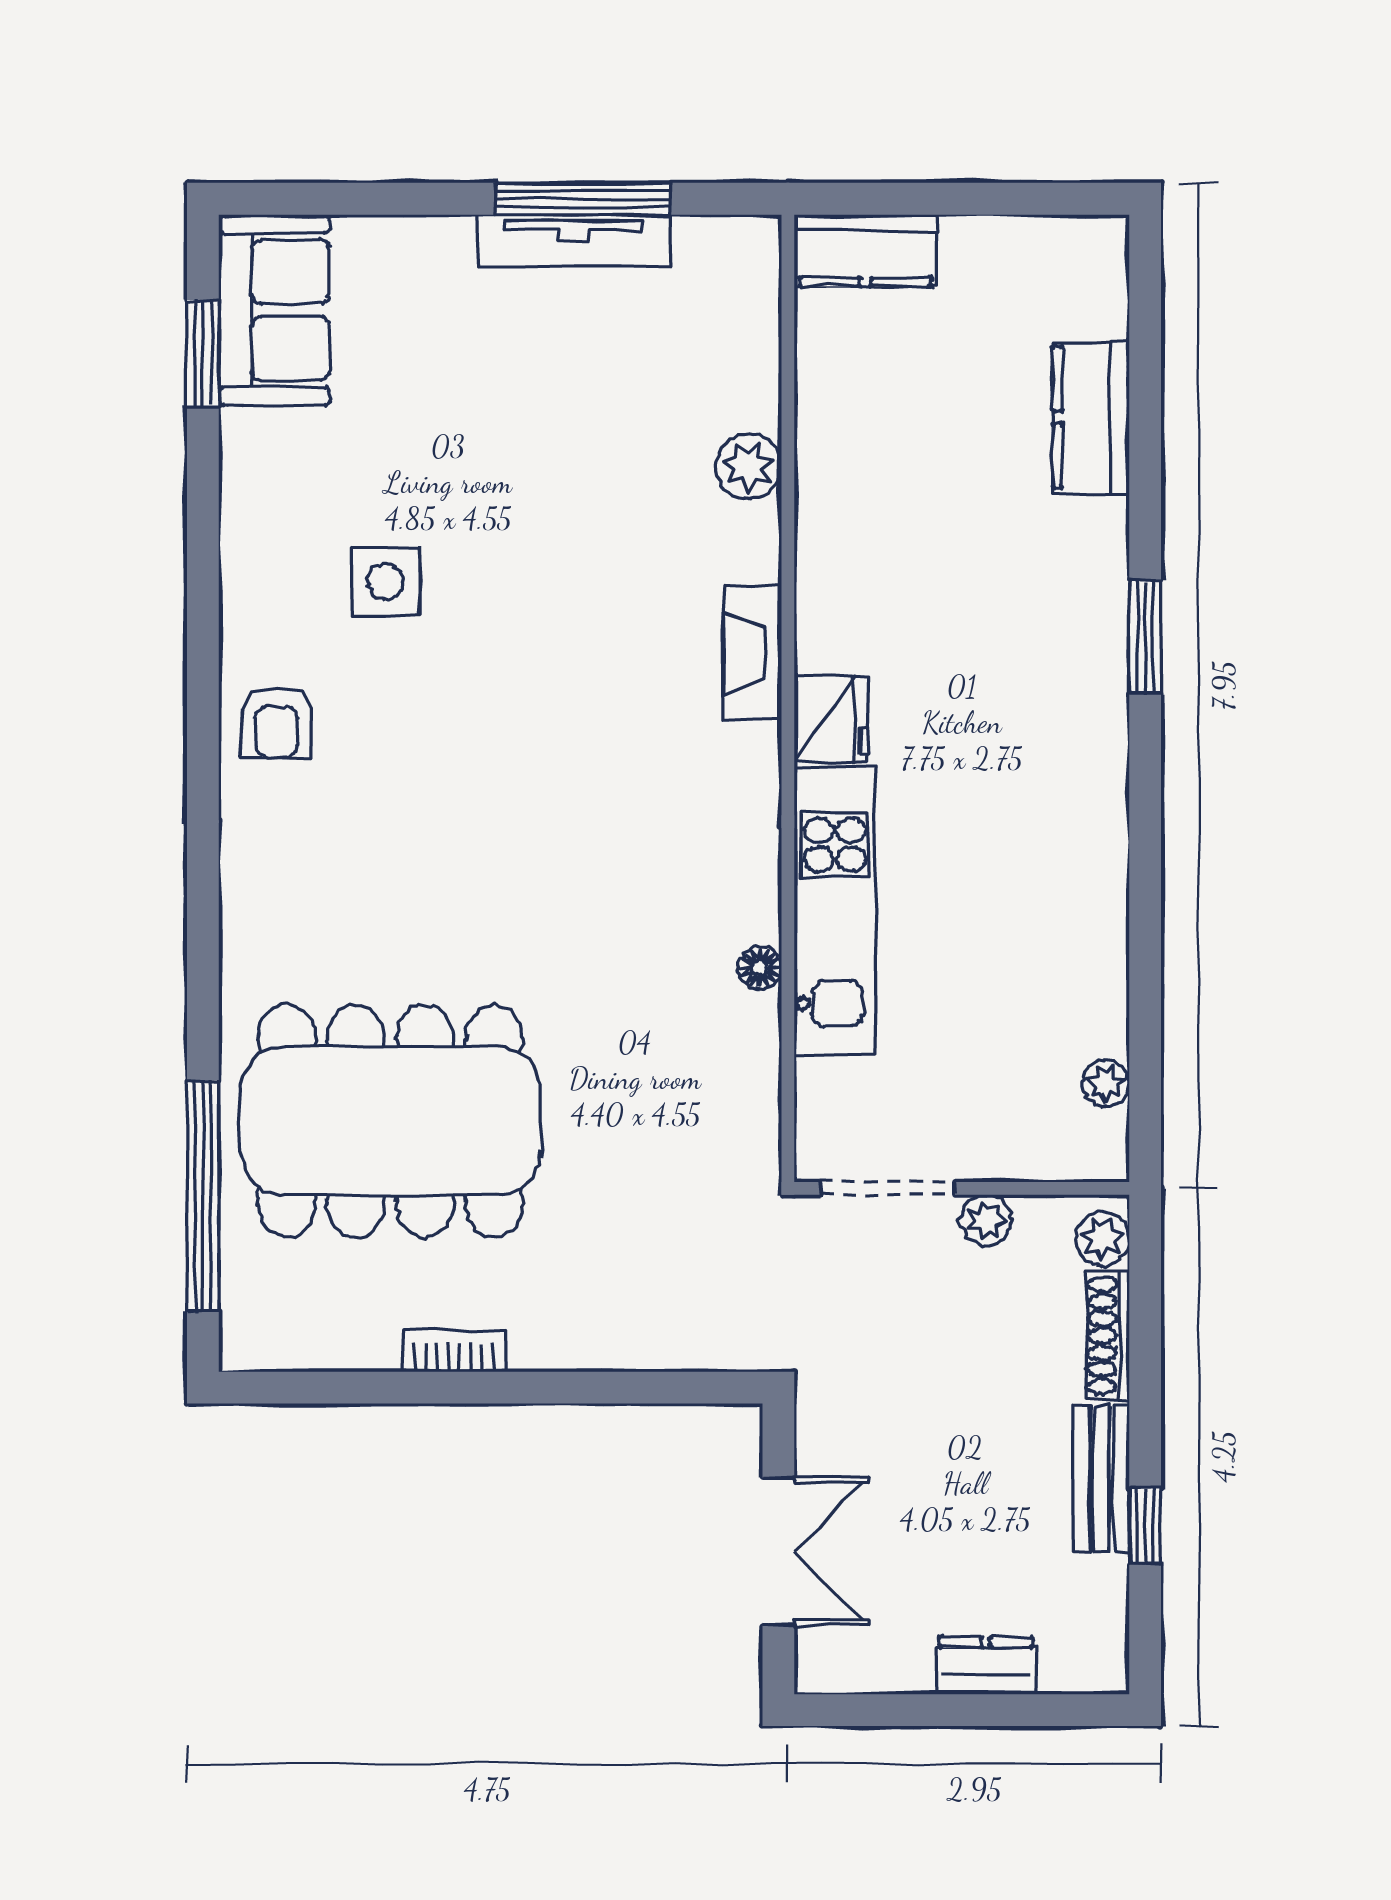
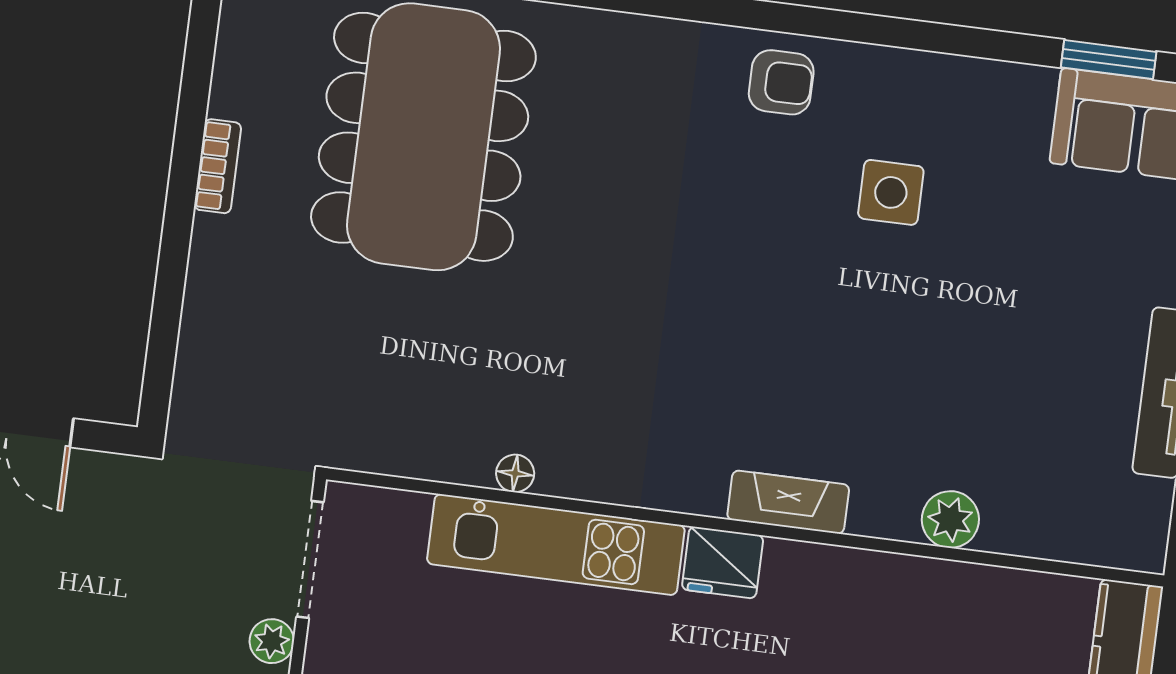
armchair: (277, 722) -> (781, 82), turned 180

